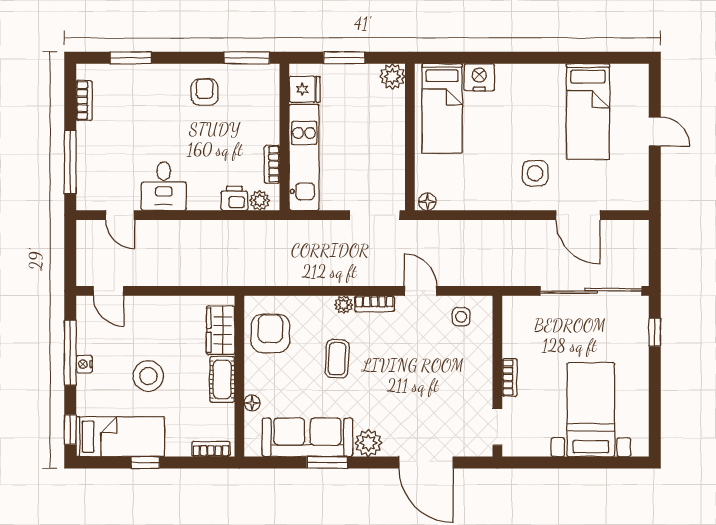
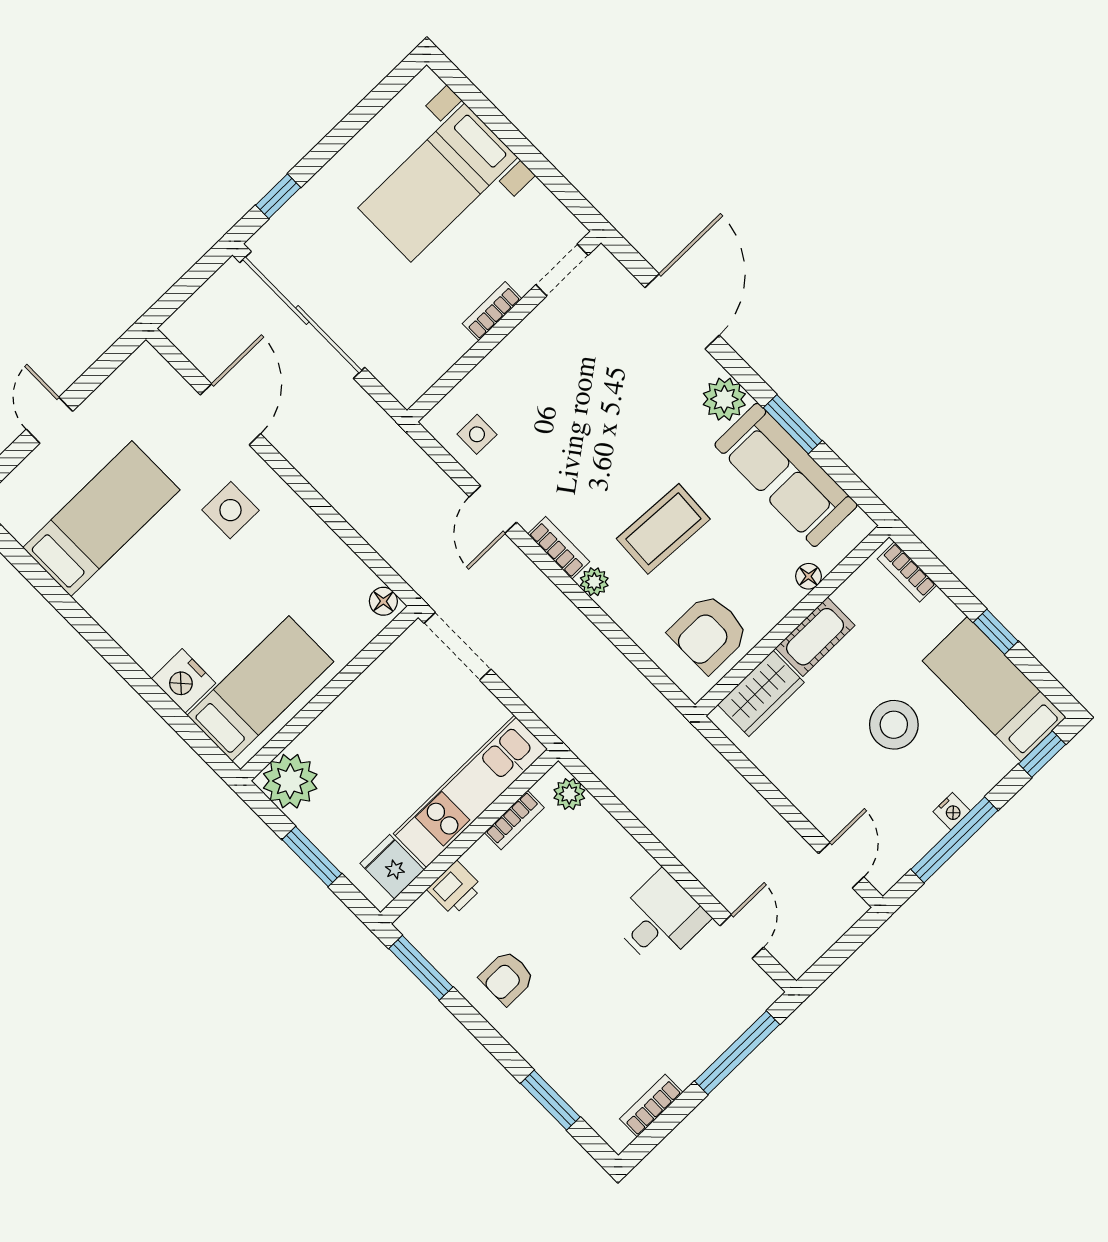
plant: (392, 76) -> (290, 781), width x1.36, depth x1.36
printer: (234, 198) -> (455, 888), moved, turned -90
coffee table: (337, 359) -> (663, 529), width x1.36, depth x1.30

